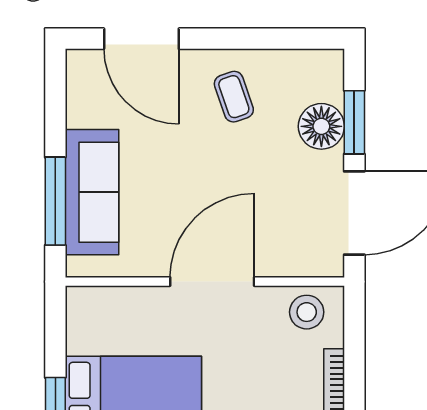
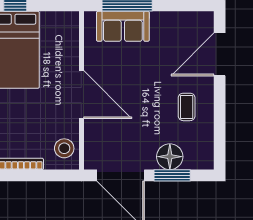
coffee table: (234, 97) -> (187, 107), turned -71
sofa: (92, 192) -> (123, 26), width x0.73

